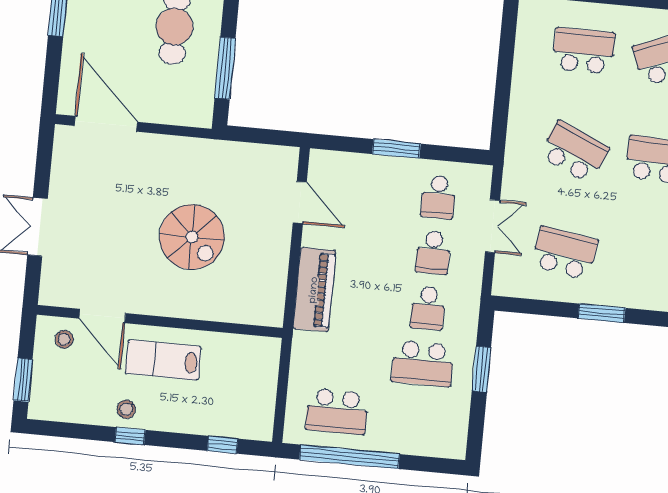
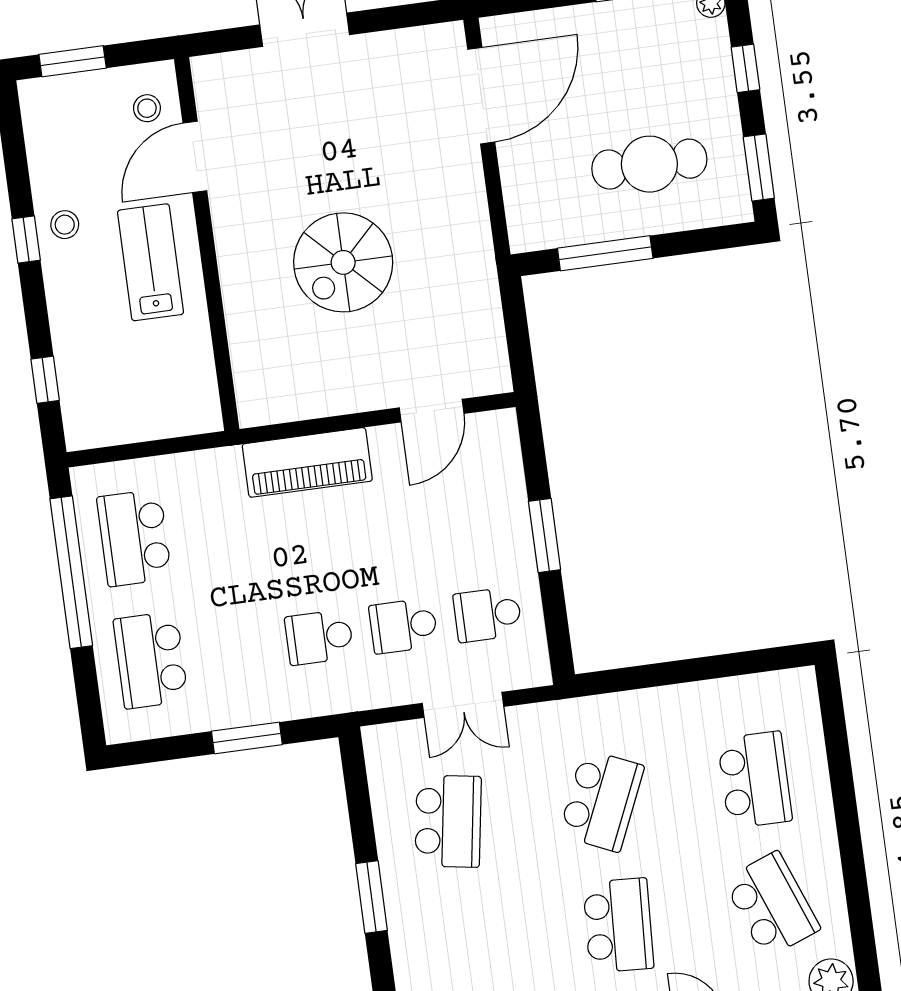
school desk: (423, 363) -> (151, 660), moved

